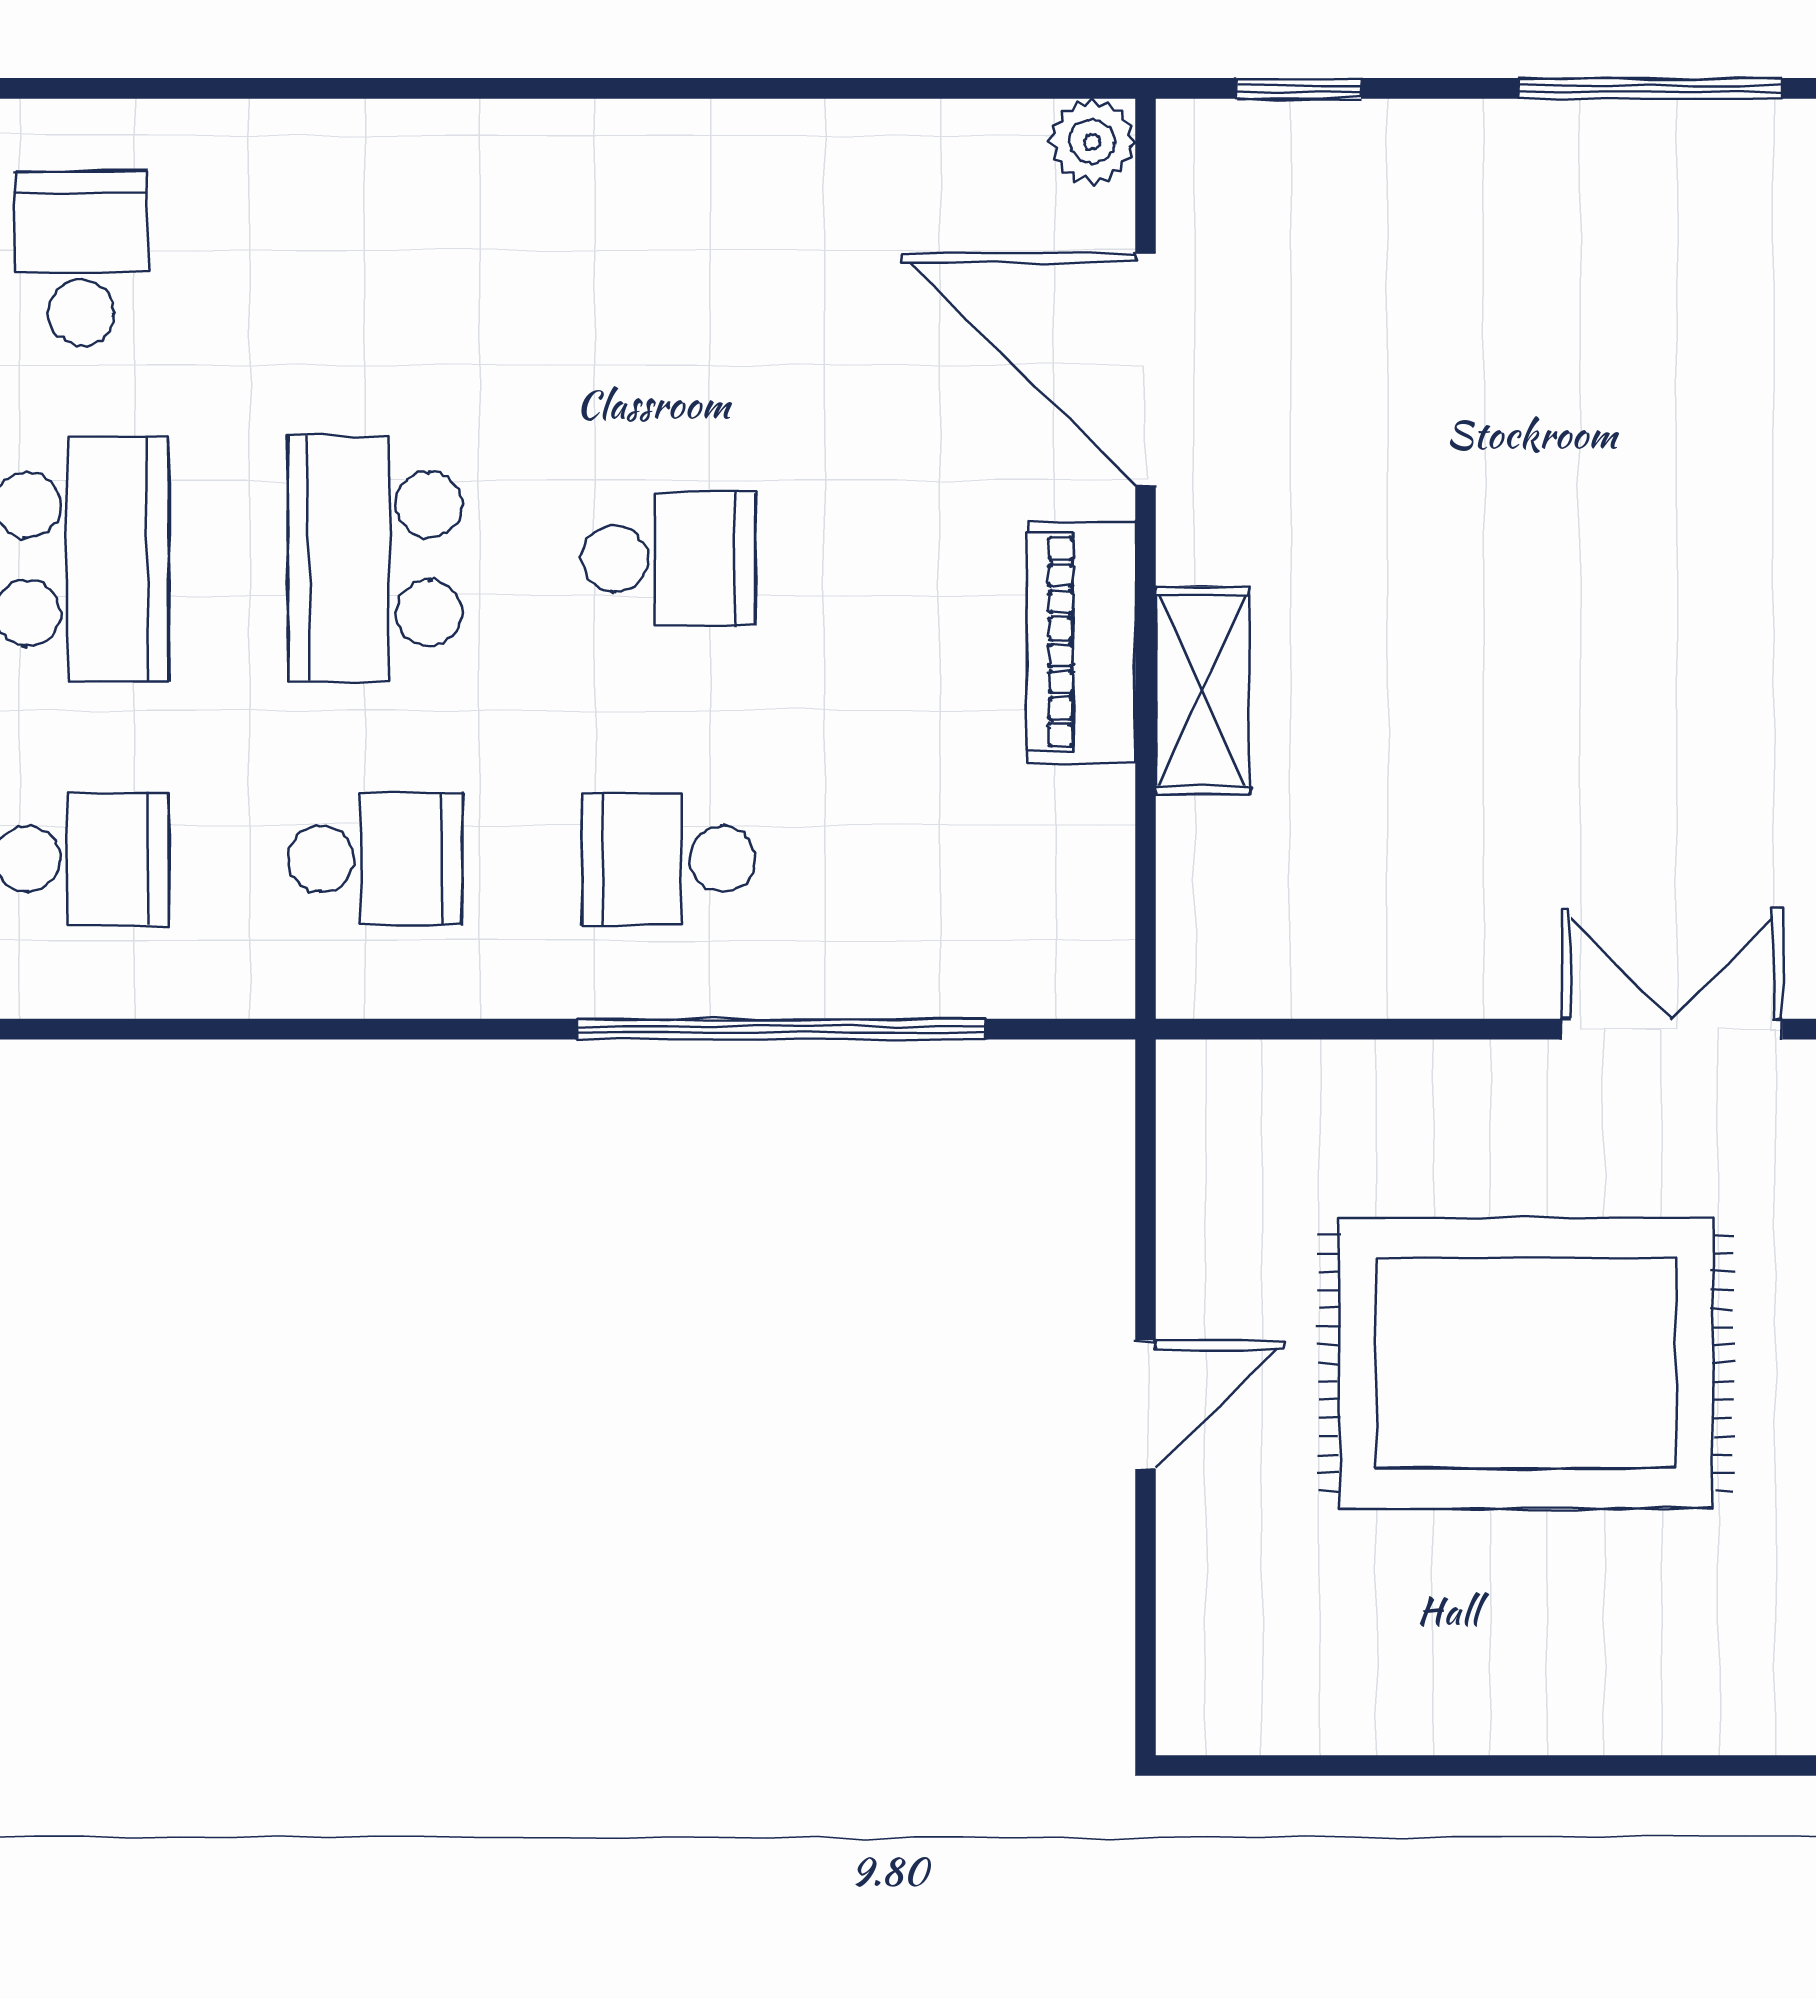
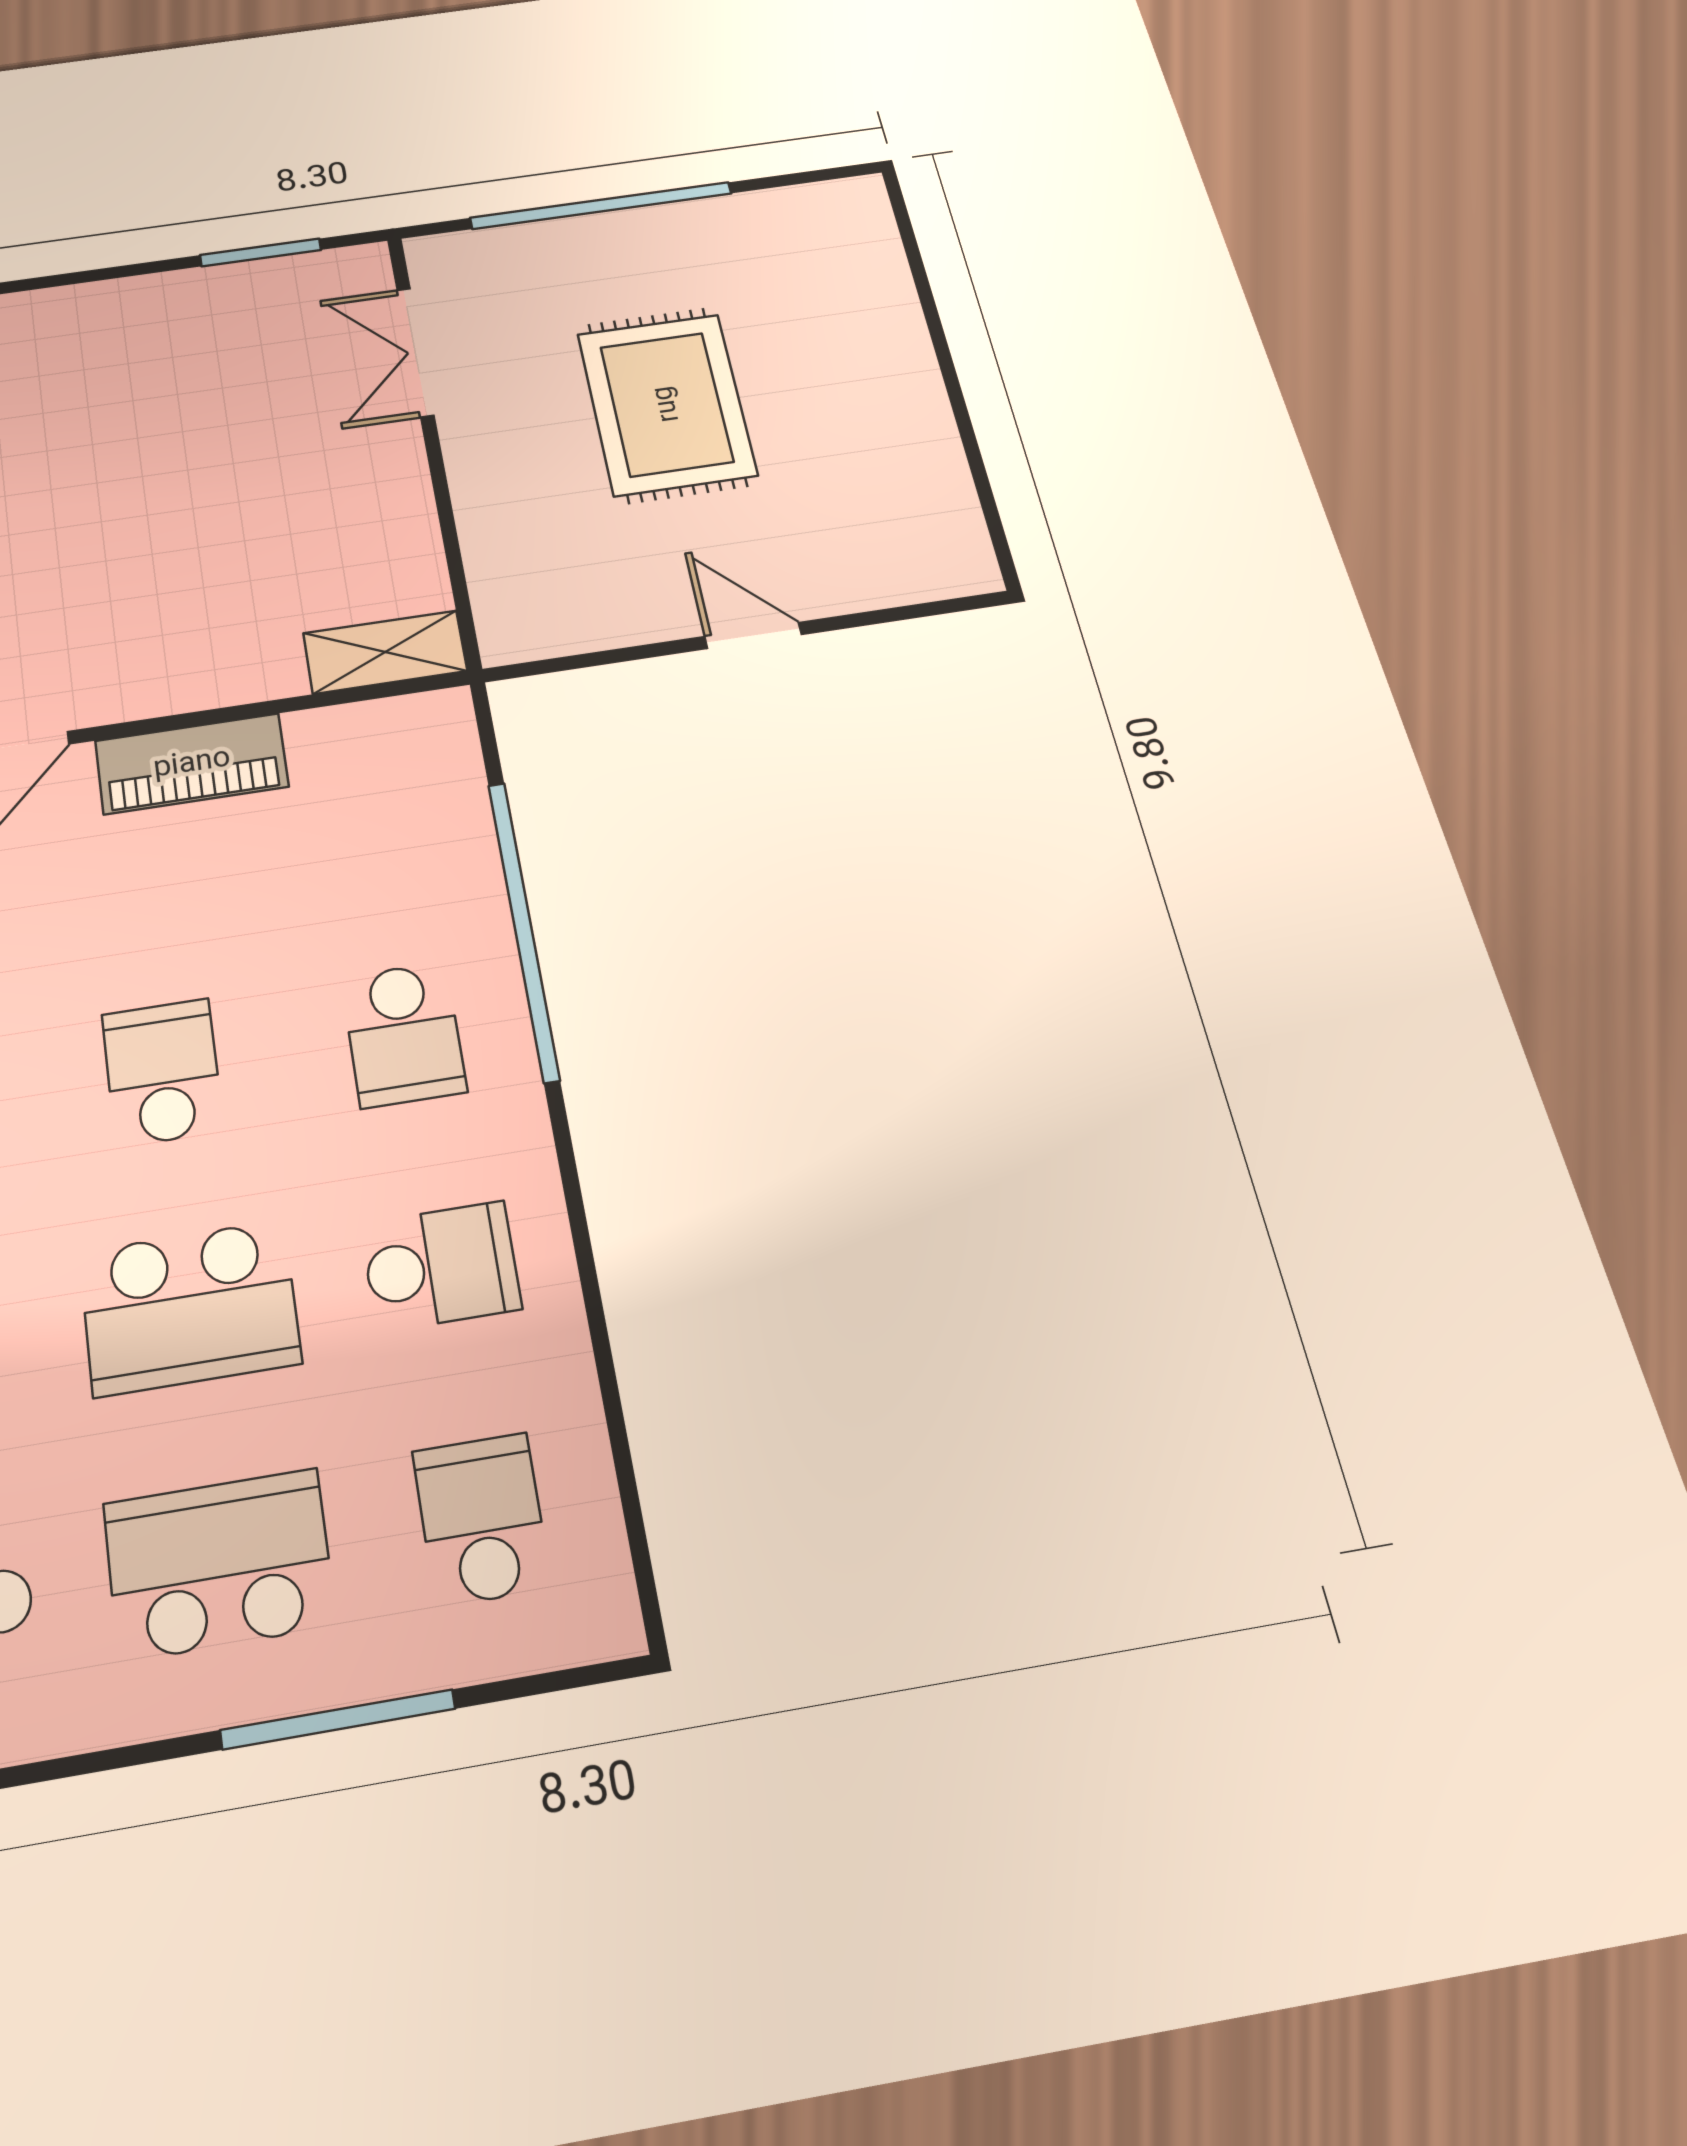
shelving: (1202, 691) -> (385, 652), moved
school desk: (375, 859) -> (441, 1266), turned 90
rug: (1526, 1363) -> (667, 404), width x0.73, depth x0.69

